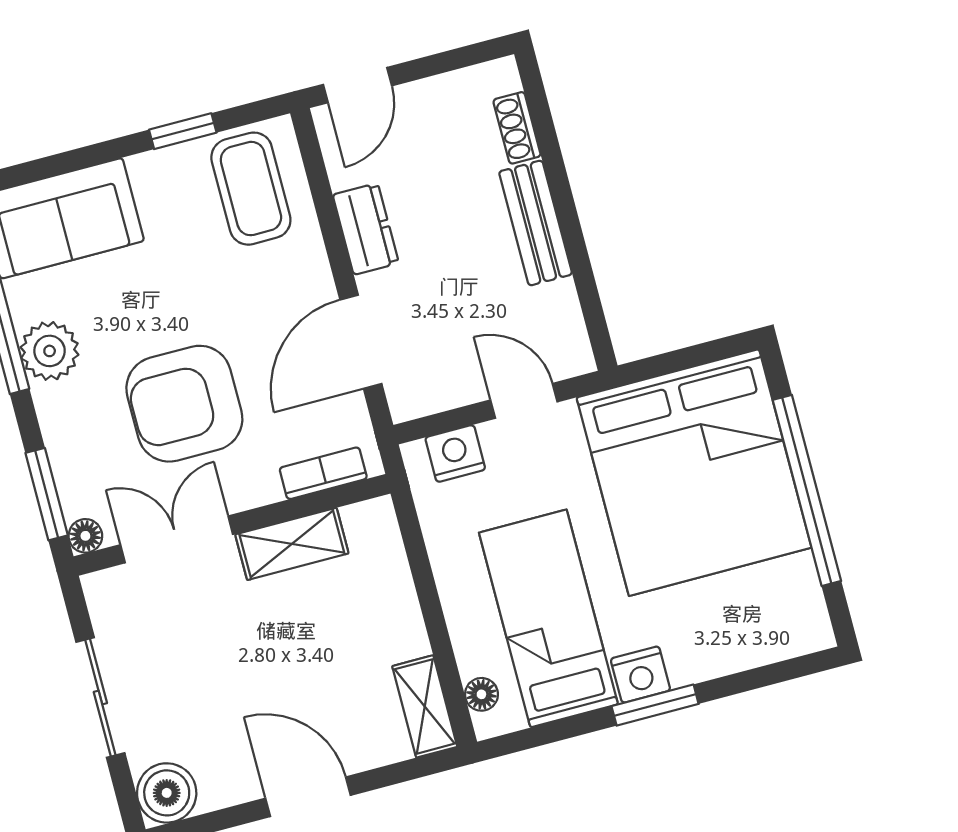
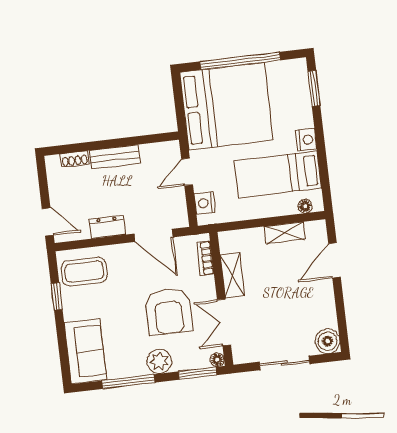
plant: (50, 351) -> (159, 361), moved
window: (655, 705) -> (314, 88), moved
shelving: (425, 706) -> (285, 233), moved
door: (308, 797) -> (334, 260), moved

